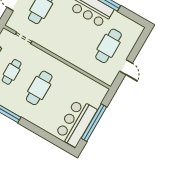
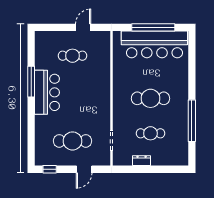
cafe table: (109, 46) -> (73, 56), width x0.73, depth x0.74
bar counter: (76, 123) -> (154, 44), width x1.36

